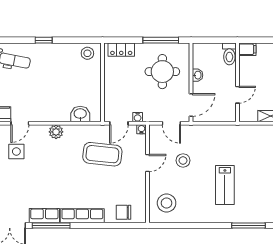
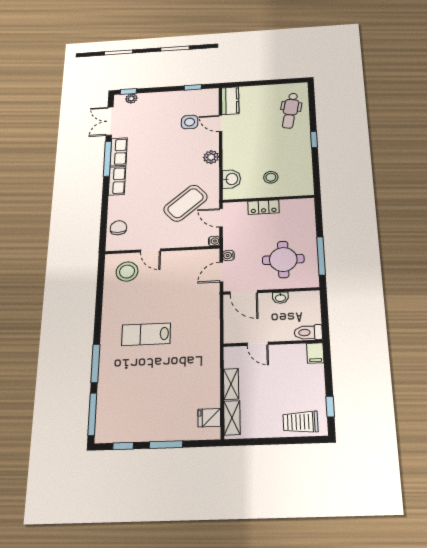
locker: (121, 50) -> (264, 207), moved, turned -90
stool: (87, 53) -> (271, 177), moved
water cooler: (138, 117) -> (229, 255), moved
coffee table: (102, 154) -> (185, 203), turned 43
stool: (183, 160) -> (177, 287), removed
door: (147, 163) -> (151, 250), moved
row of seats: (82, 216) -> (117, 181), width x0.68

